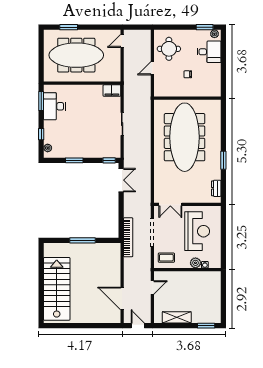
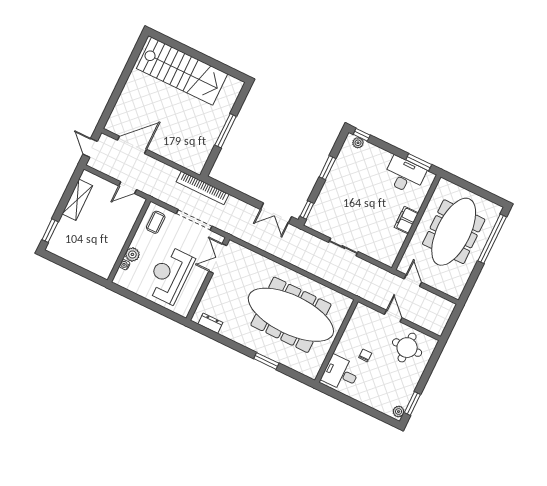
window: (69, 27) -> (492, 239), width x2.11
door: (122, 41) -> (413, 281), moved
desk: (209, 52) -> (341, 373), moved, turned 90
filing cabinet: (112, 91) -> (406, 220), moved
window: (41, 134) -> (362, 135), moved
window: (223, 160) -> (266, 361), moved
reception desk: (197, 231) -> (170, 275), turned 90
door: (152, 288) -> (128, 188), hinge flipped
door: (138, 326) -> (90, 148), swing flipped

